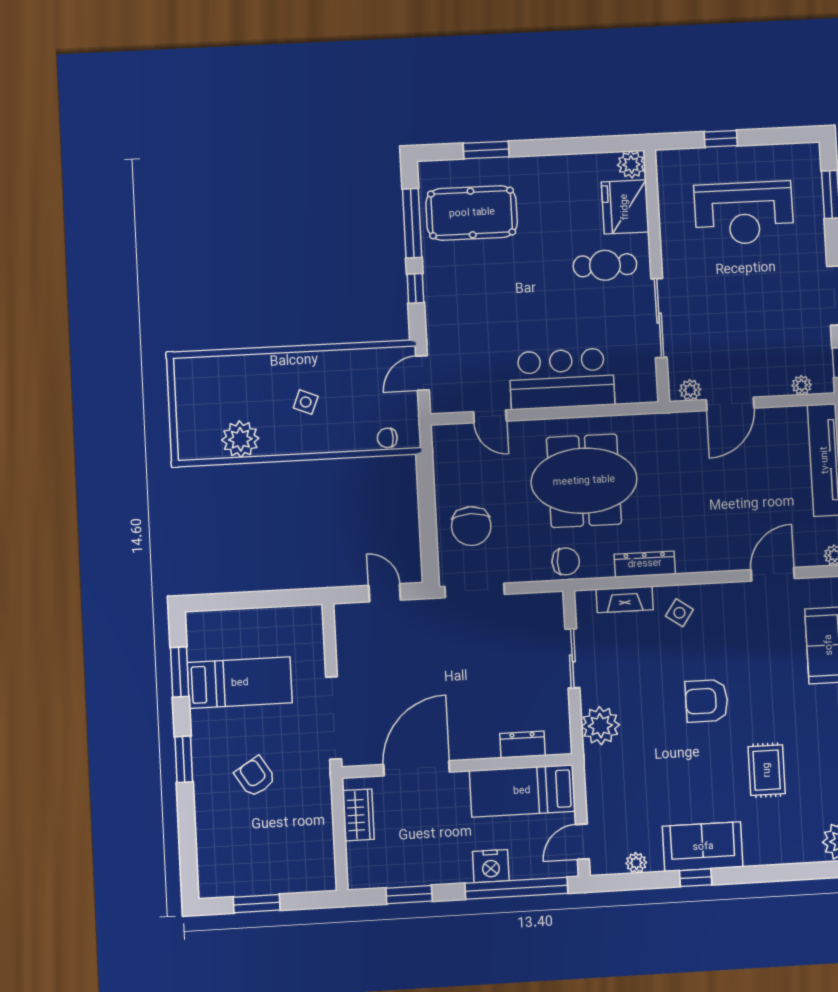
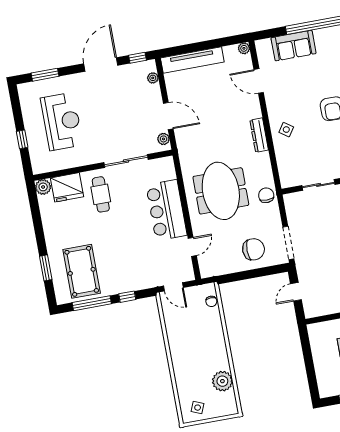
side table: (306, 402) -> (198, 408), moved
dresser: (645, 564) -> (259, 135), moved
fireplace: (625, 599) -> (283, 160), removed

